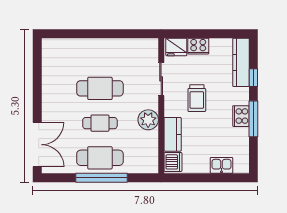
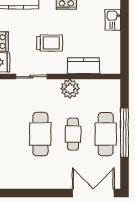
dishwasher: (173, 162) -> (110, 65), removed

